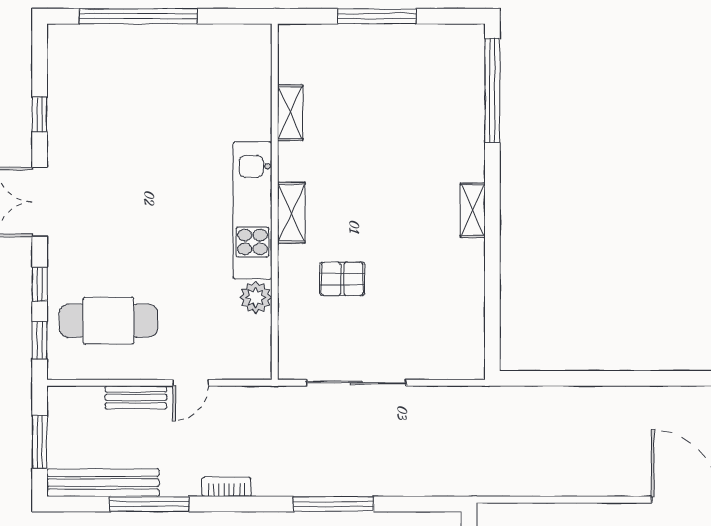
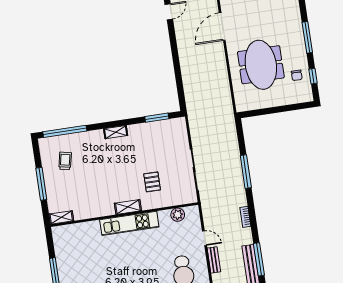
trolley: (423, 81) -> (65, 161), added
shelving: (290, 113) -> (61, 217), moved
plant: (256, 298) -> (178, 215), moved
window: (492, 313) -> (157, 118), added
window: (150, 504) -> (259, 259), moved

